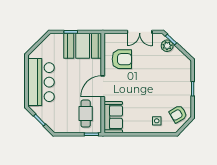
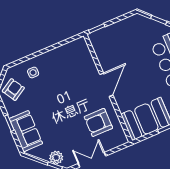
cafe table: (86, 114) -> (112, 48), removed
sofa: (113, 117) -> (26, 131), moved, turned 180

